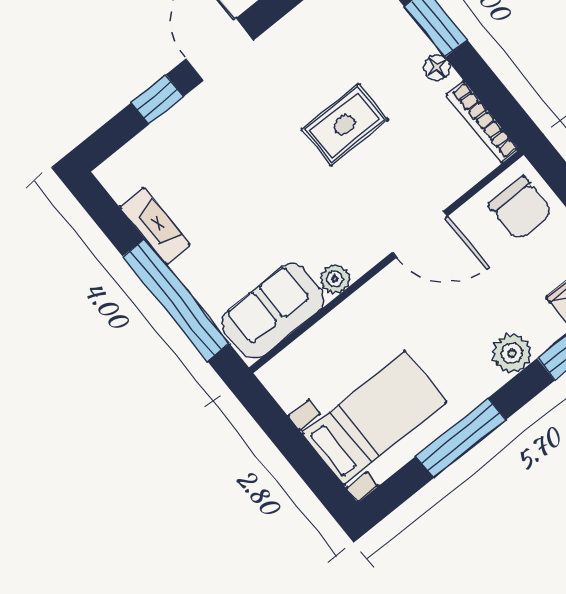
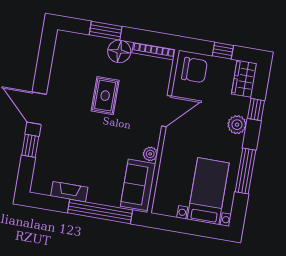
floor lamp: (437, 68) -> (119, 51), width x1.89, depth x1.89

